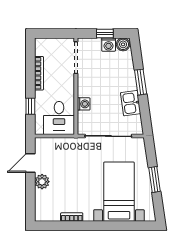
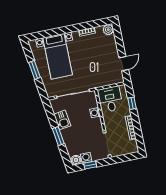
plant: (42, 182) -> (108, 30), moved

